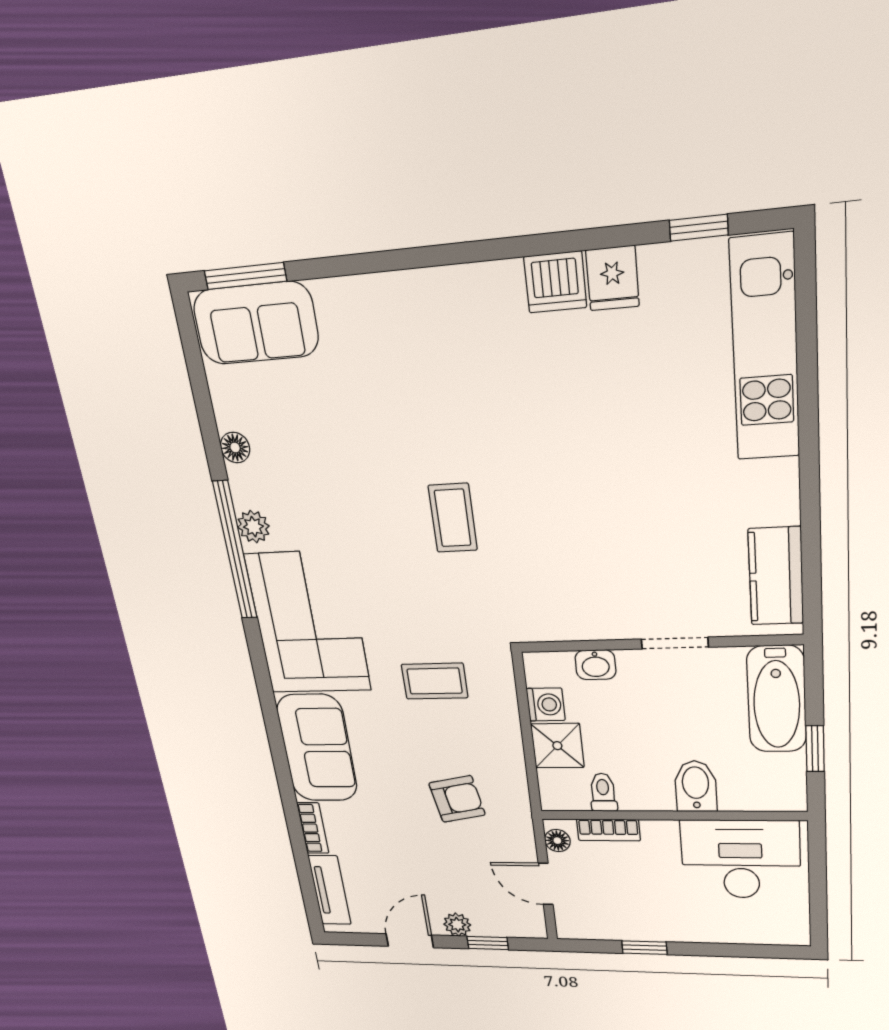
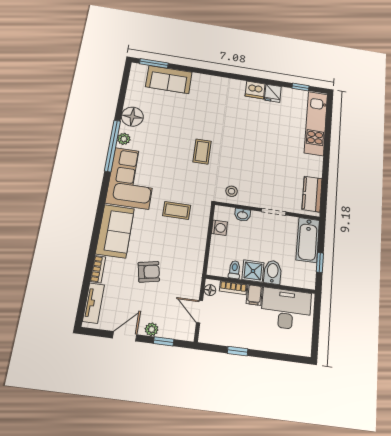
sofa: (256, 323) -> (169, 79), moved
floor lamp: (235, 448) -> (132, 117), width x1.89, depth x1.89
stool: (555, 610) -> (232, 191), added
shower: (557, 746) -> (253, 271), moved
armchair: (457, 799) -> (149, 272), moved
filing cabinet: (660, 839) -> (254, 295), added

